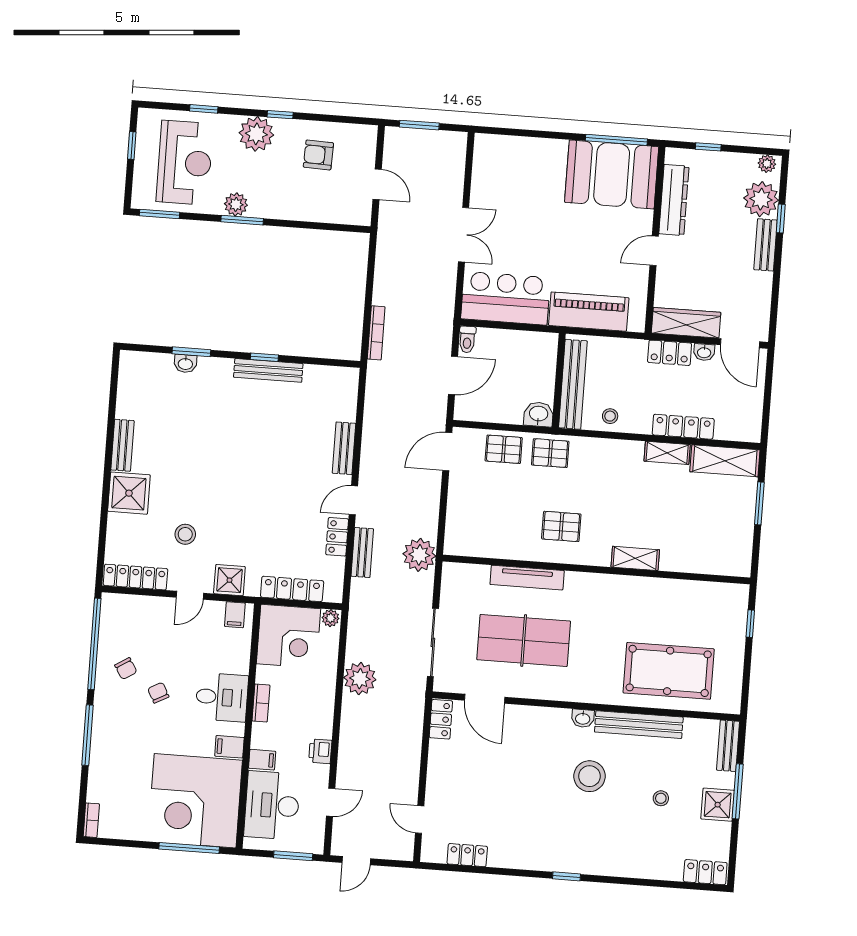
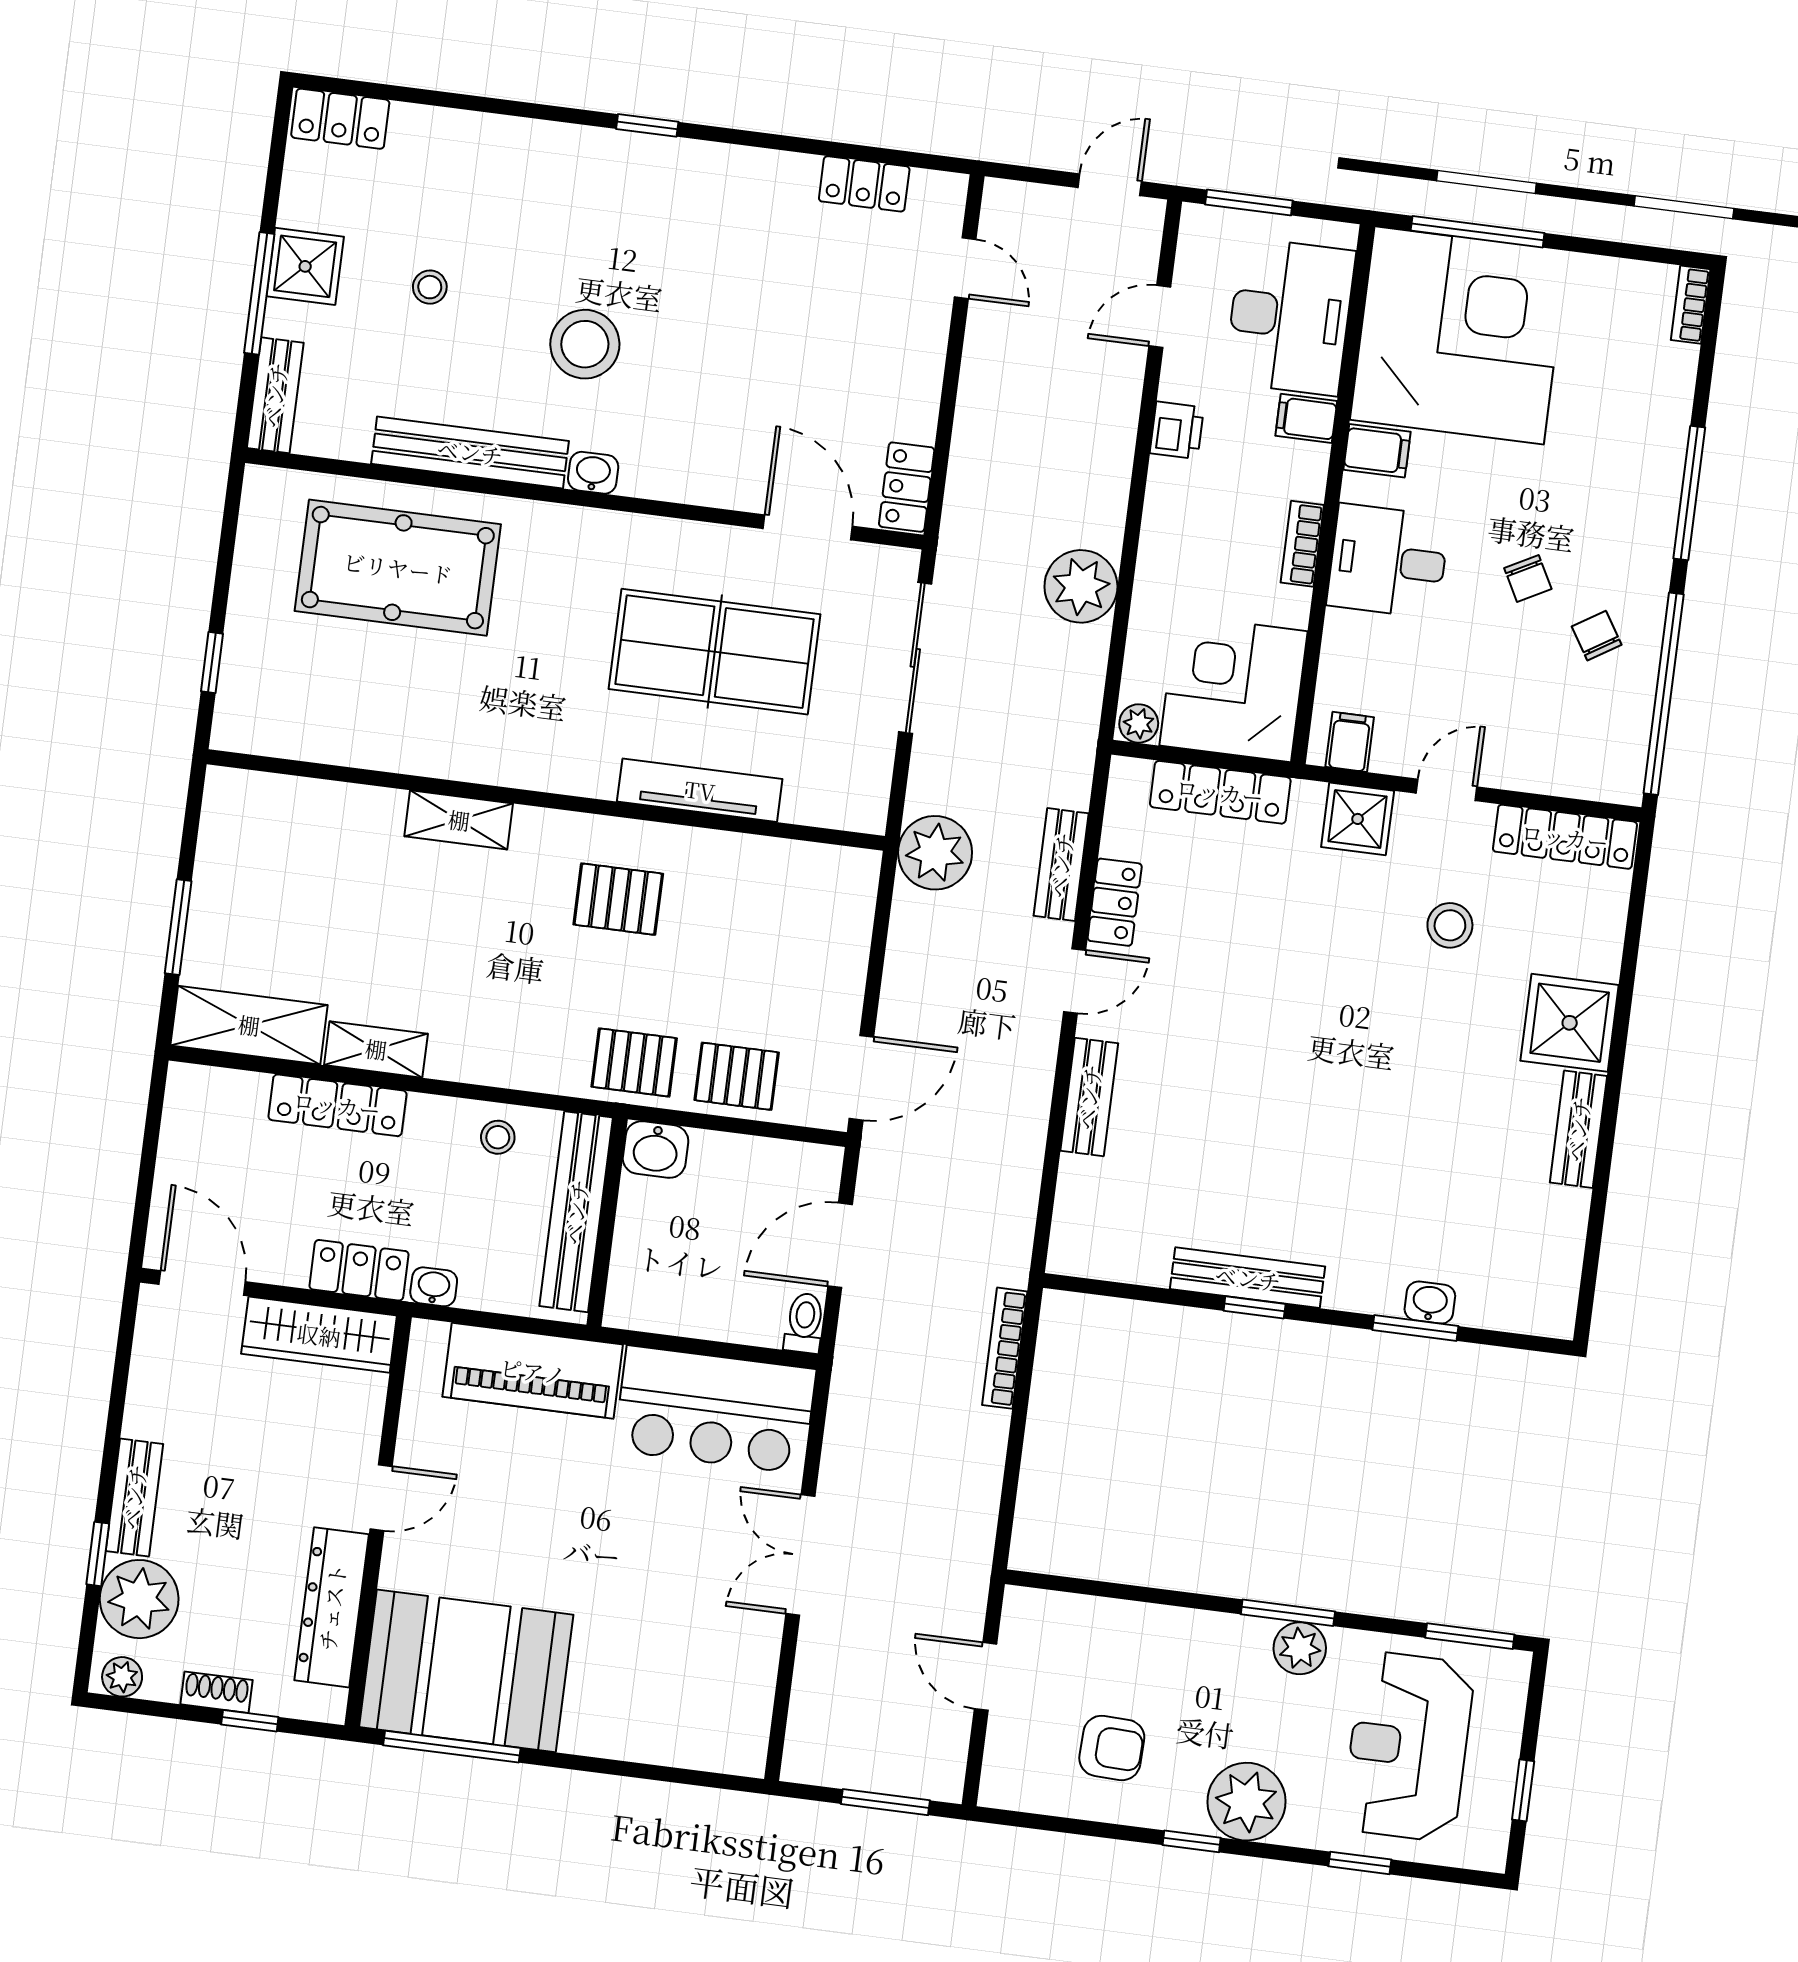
shoe rack: (724, 159) -> (216, 1692), added
washbasin: (704, 352) -> (434, 1287), moved

